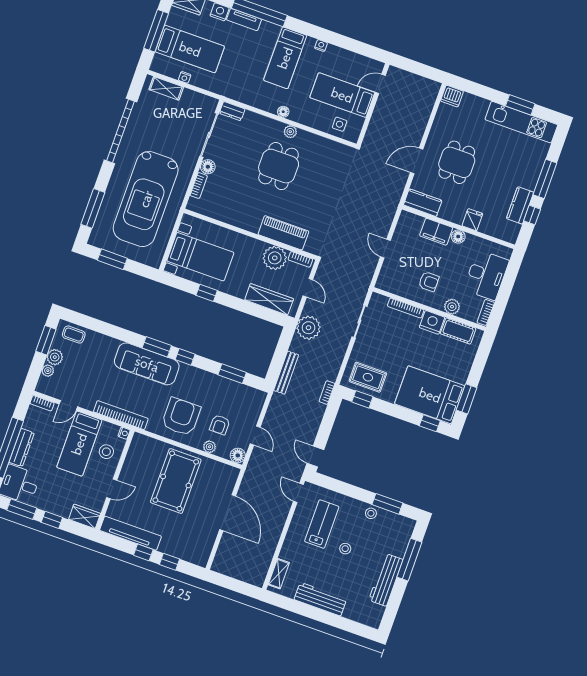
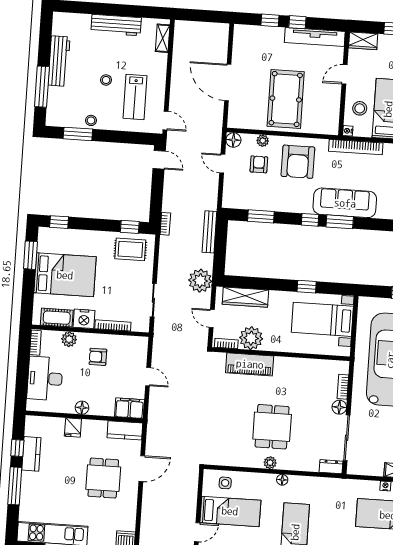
filing cabinet: (436, 232) -> (129, 408), moved
bed: (430, 395) -> (65, 275), moved

